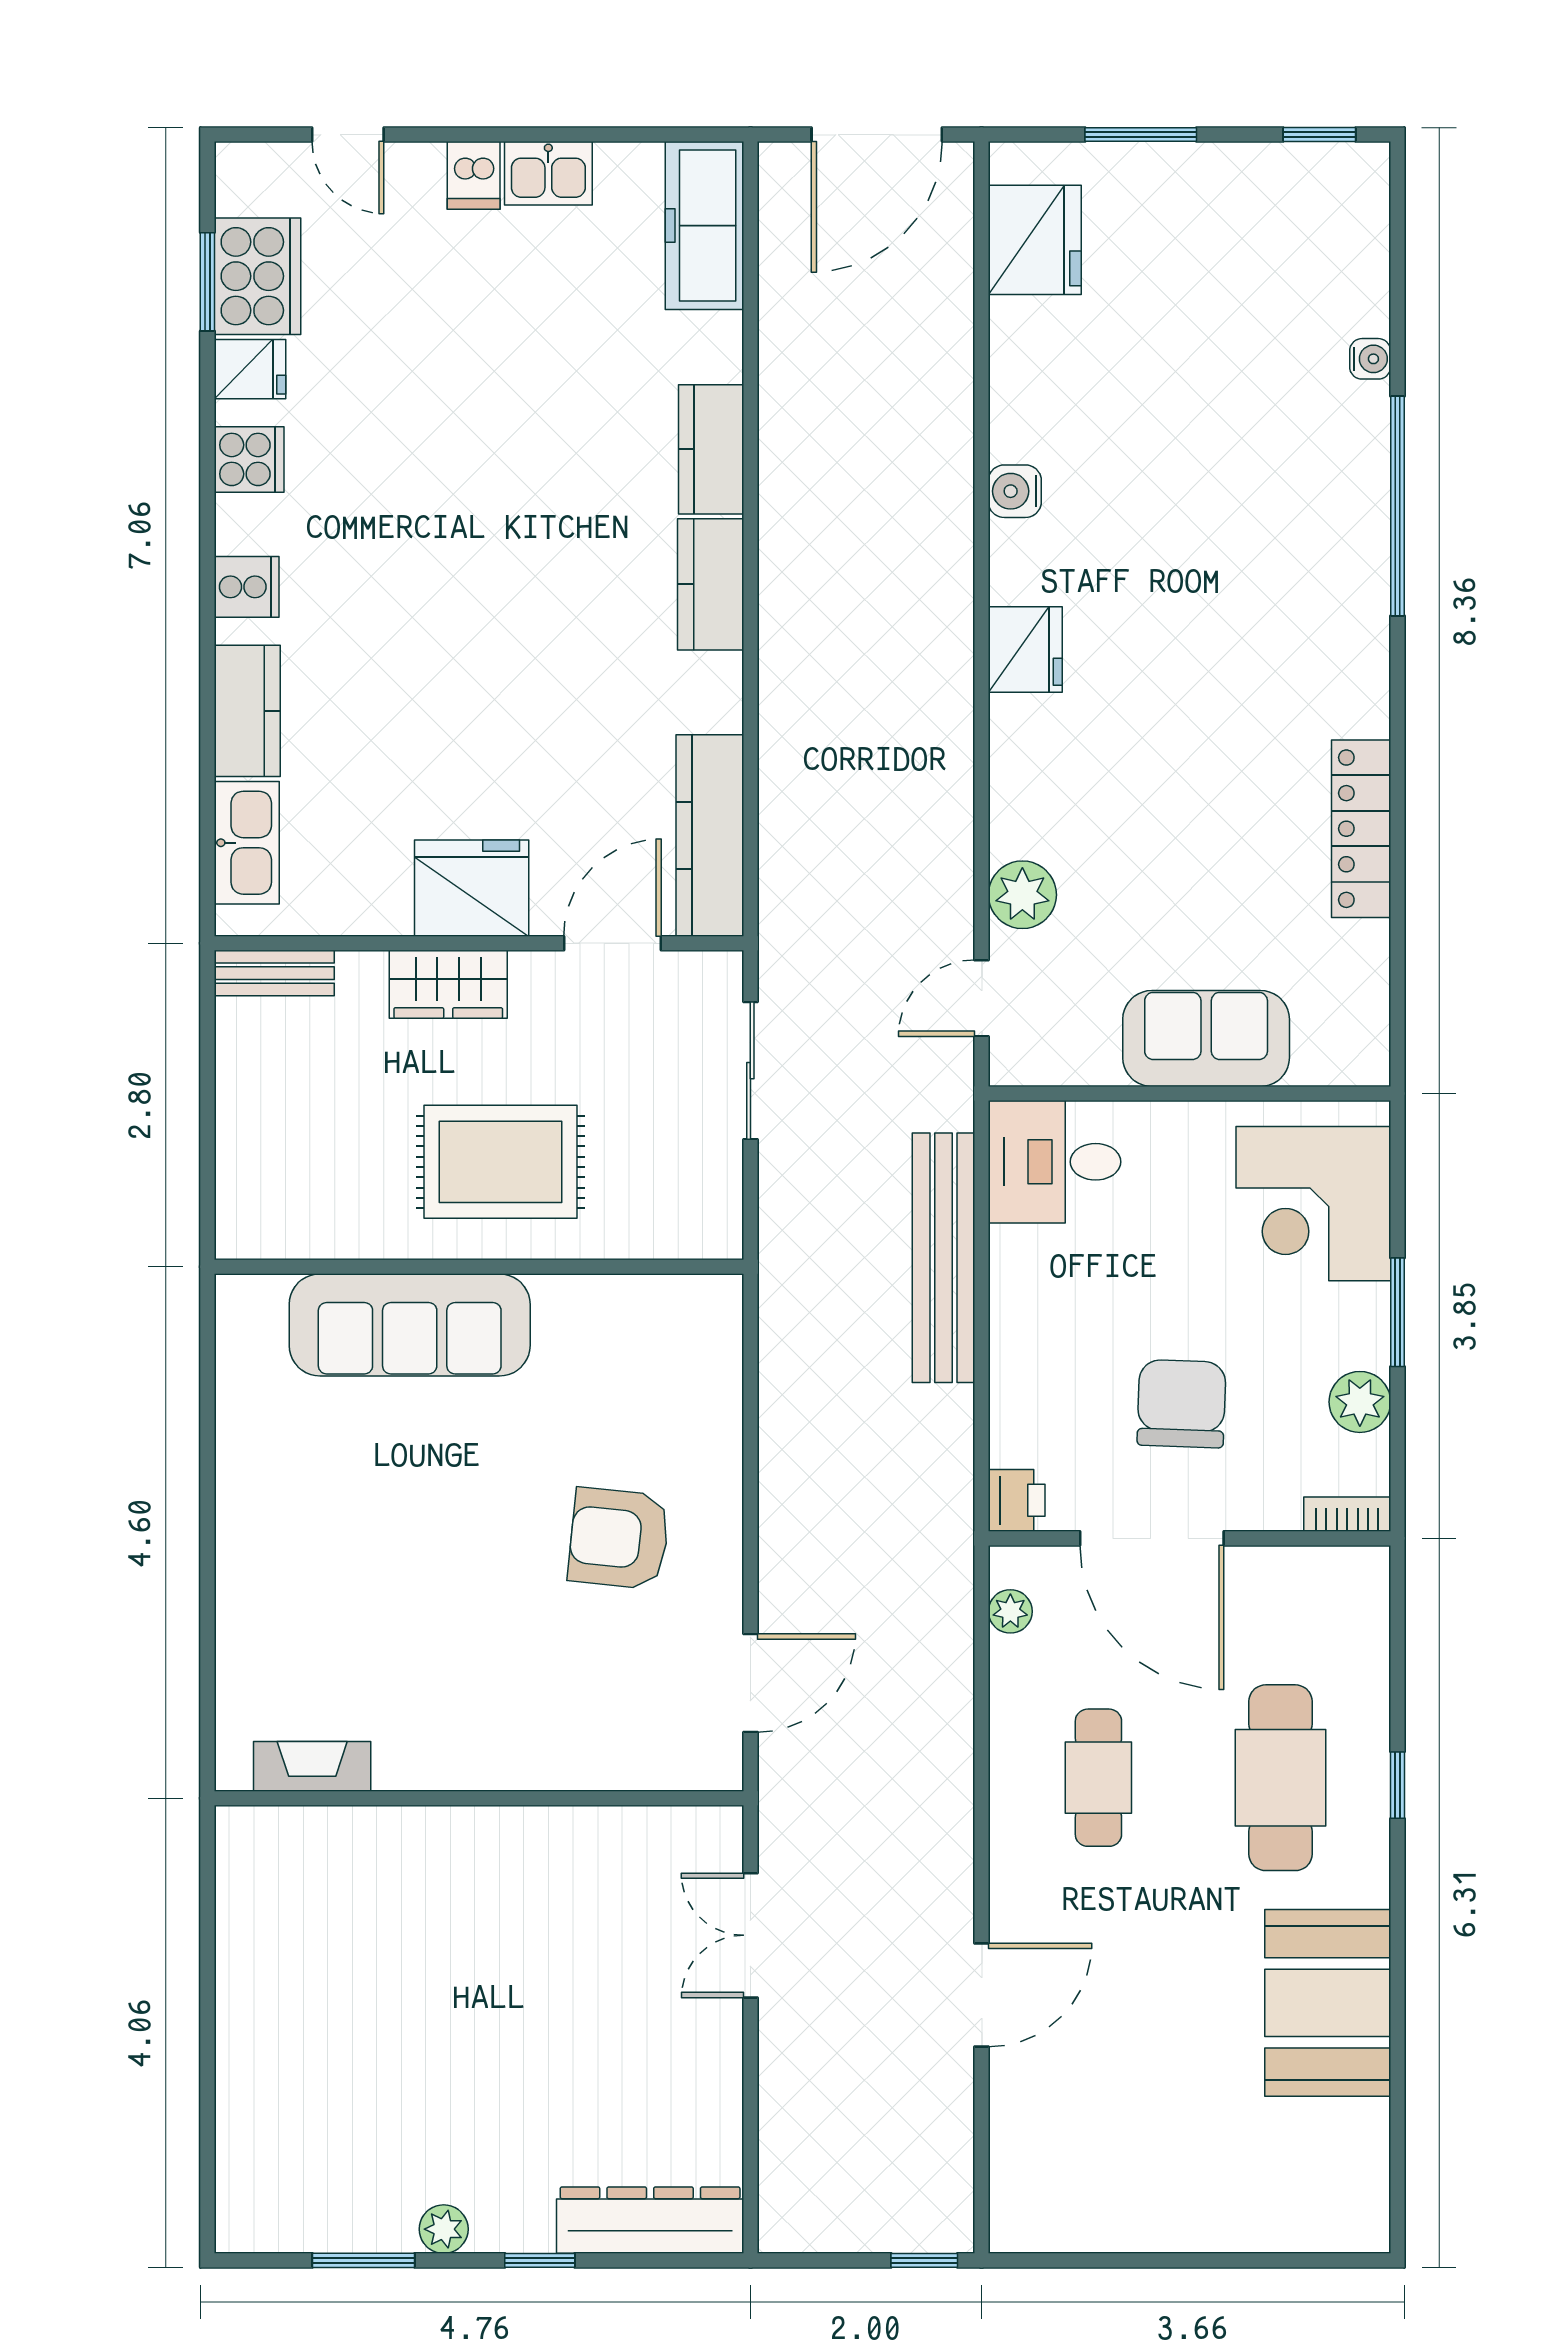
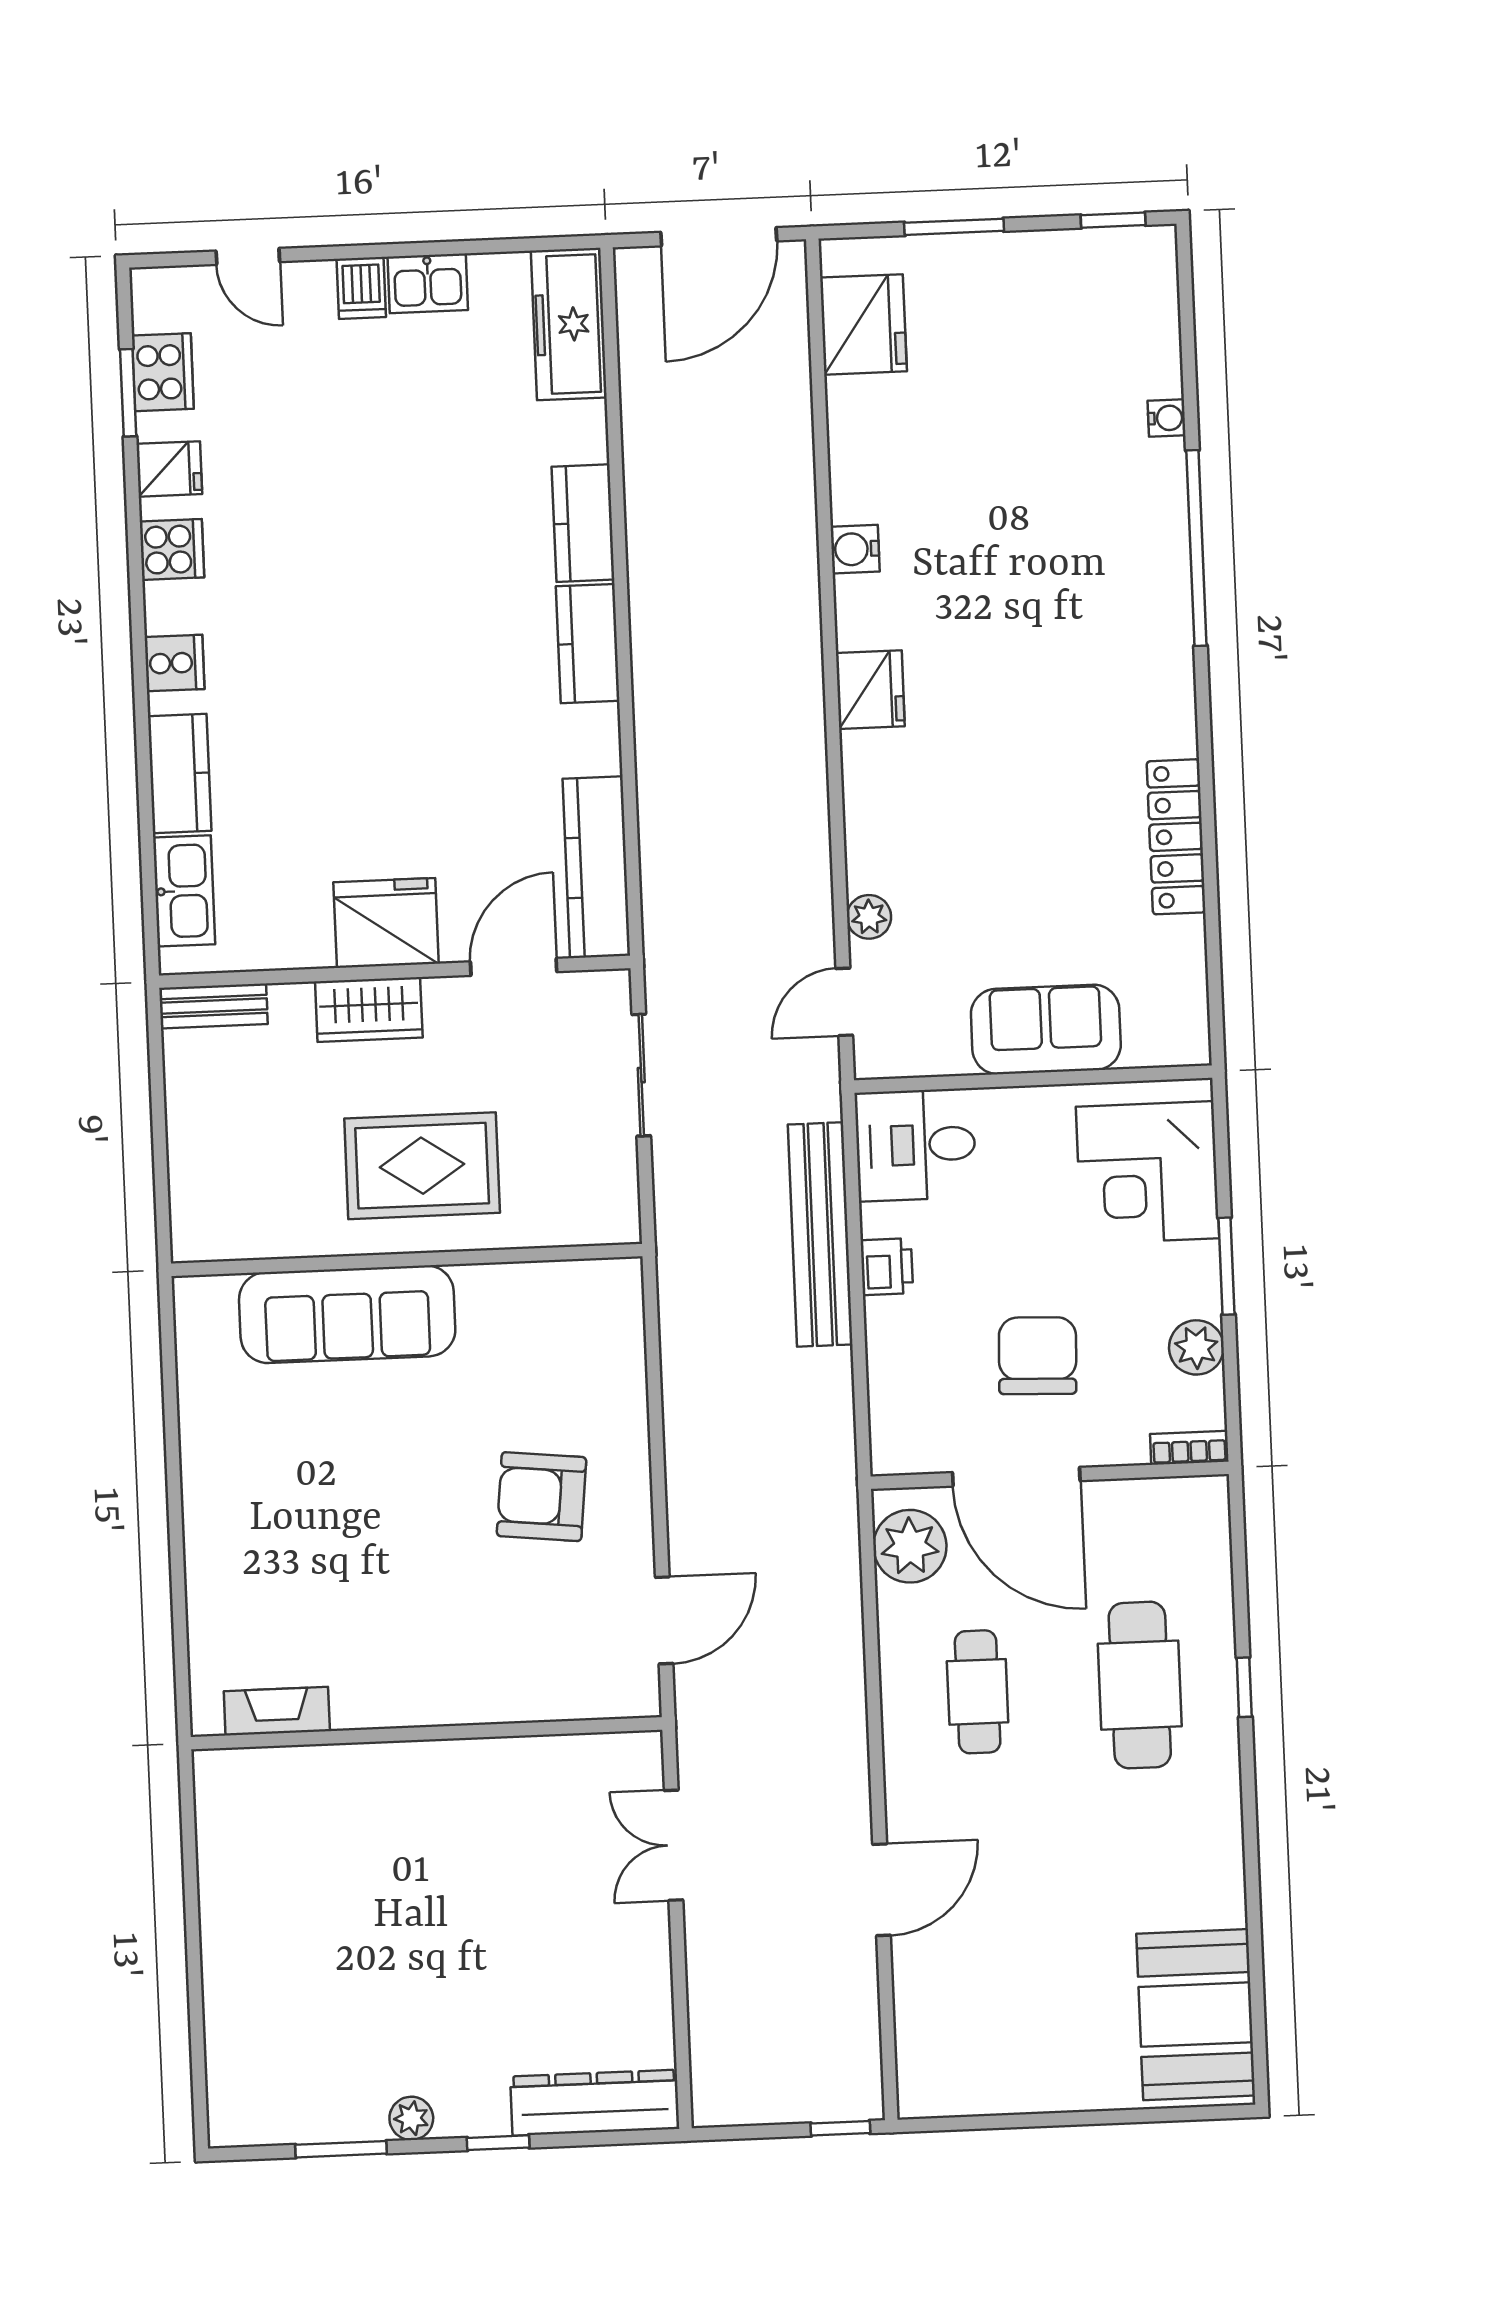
cooker: (257, 276) -> (163, 372), width x0.73, depth x0.76
plant: (1022, 895) -> (869, 917), width x0.73, depth x0.73
printer: (1017, 1500) -> (887, 1267), moved
plant: (1010, 1611) -> (910, 1546), width x1.87, depth x1.87
booth: (1328, 2003) -> (1196, 2015), moved

